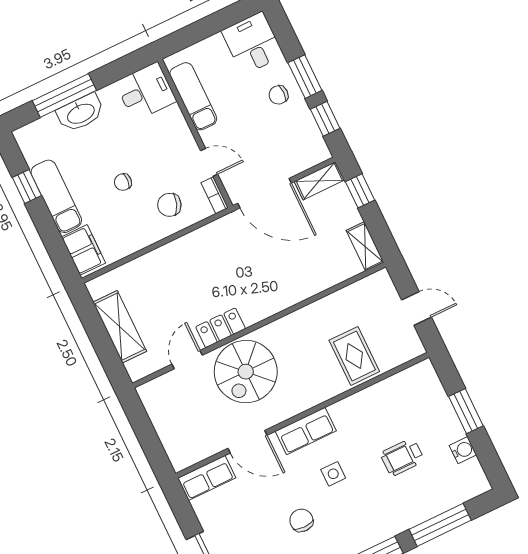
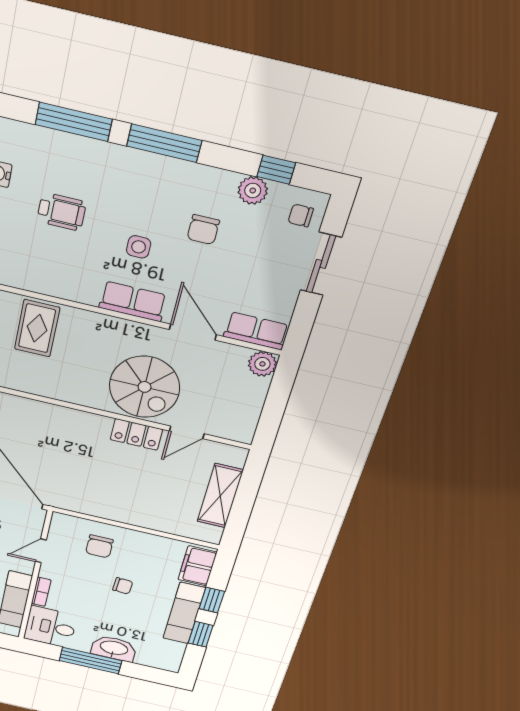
window: (64, 96) -> (90, 661), moved
door: (209, 162) -> (41, 551), hinge flipped
bookcase: (215, 195) -> (41, 592), moved
chair: (169, 205) -> (99, 546), turned 69
window: (46, 227) -> (212, 600), added
spiral stairs: (246, 372) -> (145, 387), turned 90
plant: (181, 457) -> (262, 364), added

